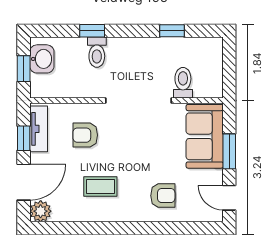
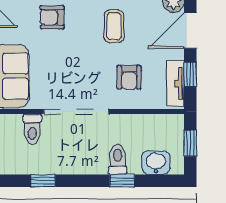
washbasin: (42, 59) -> (156, 163), moved, turned 90
armchair: (85, 135) -> (129, 77), turned 90
coffee table: (100, 187) -> (114, 26), turned 90

